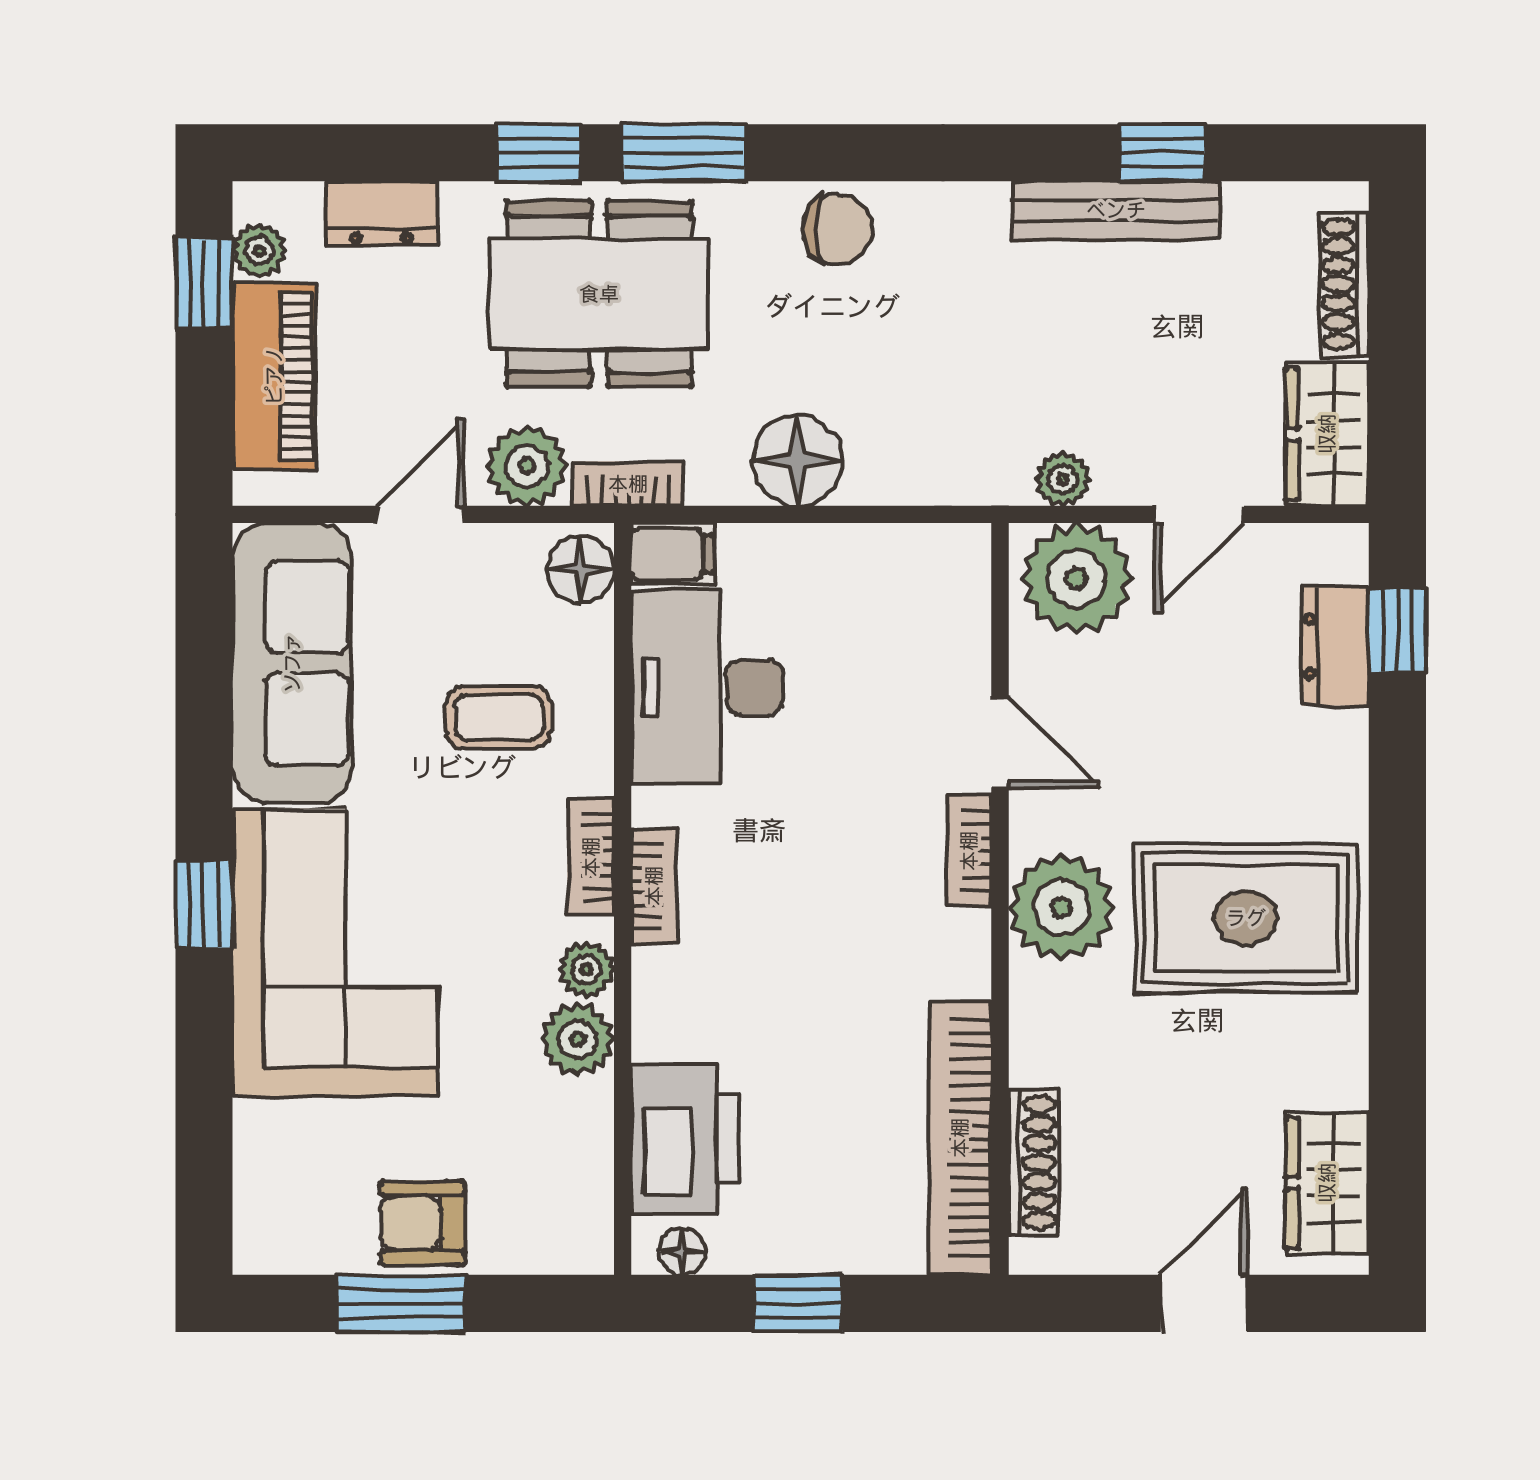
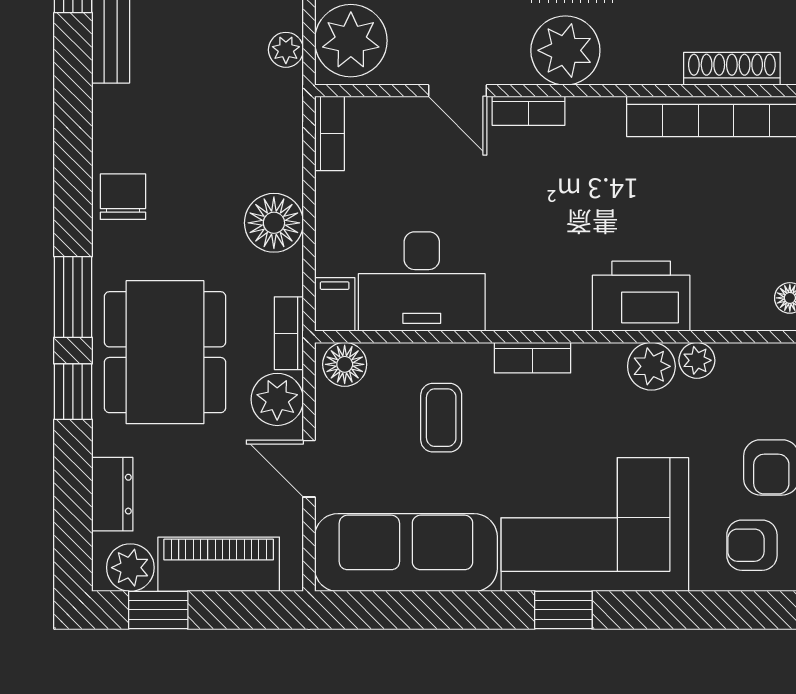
plant: (259, 251) -> (130, 568), width x1.38, depth x1.38
door: (1000, 742) -> (458, 91), swing flipped
bookcase: (654, 886) -> (329, 133), moved, turned 90
plant: (587, 969) -> (697, 360), moved
printer: (685, 1139) -> (641, 296), moved
armchair: (303, 1193) -> (752, 545), added

